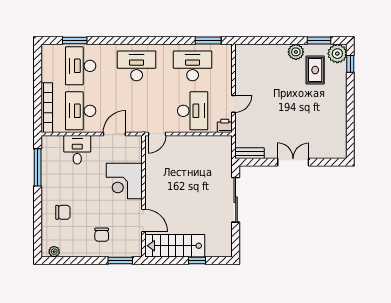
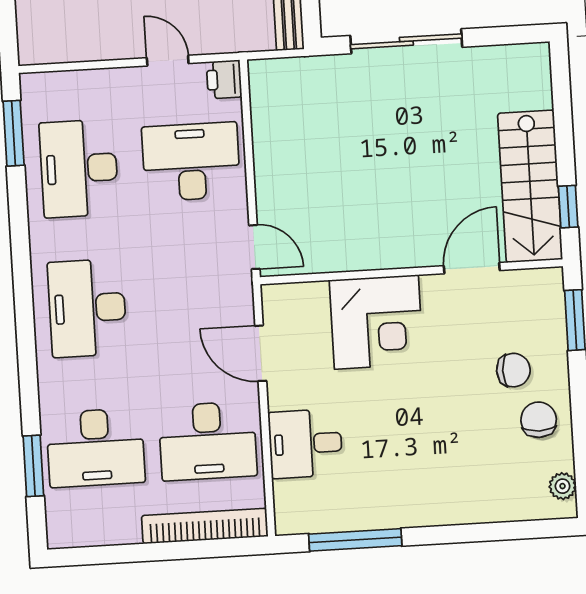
chair: (63, 212) -> (539, 420), moved
window: (197, 260) -> (568, 207), moved

